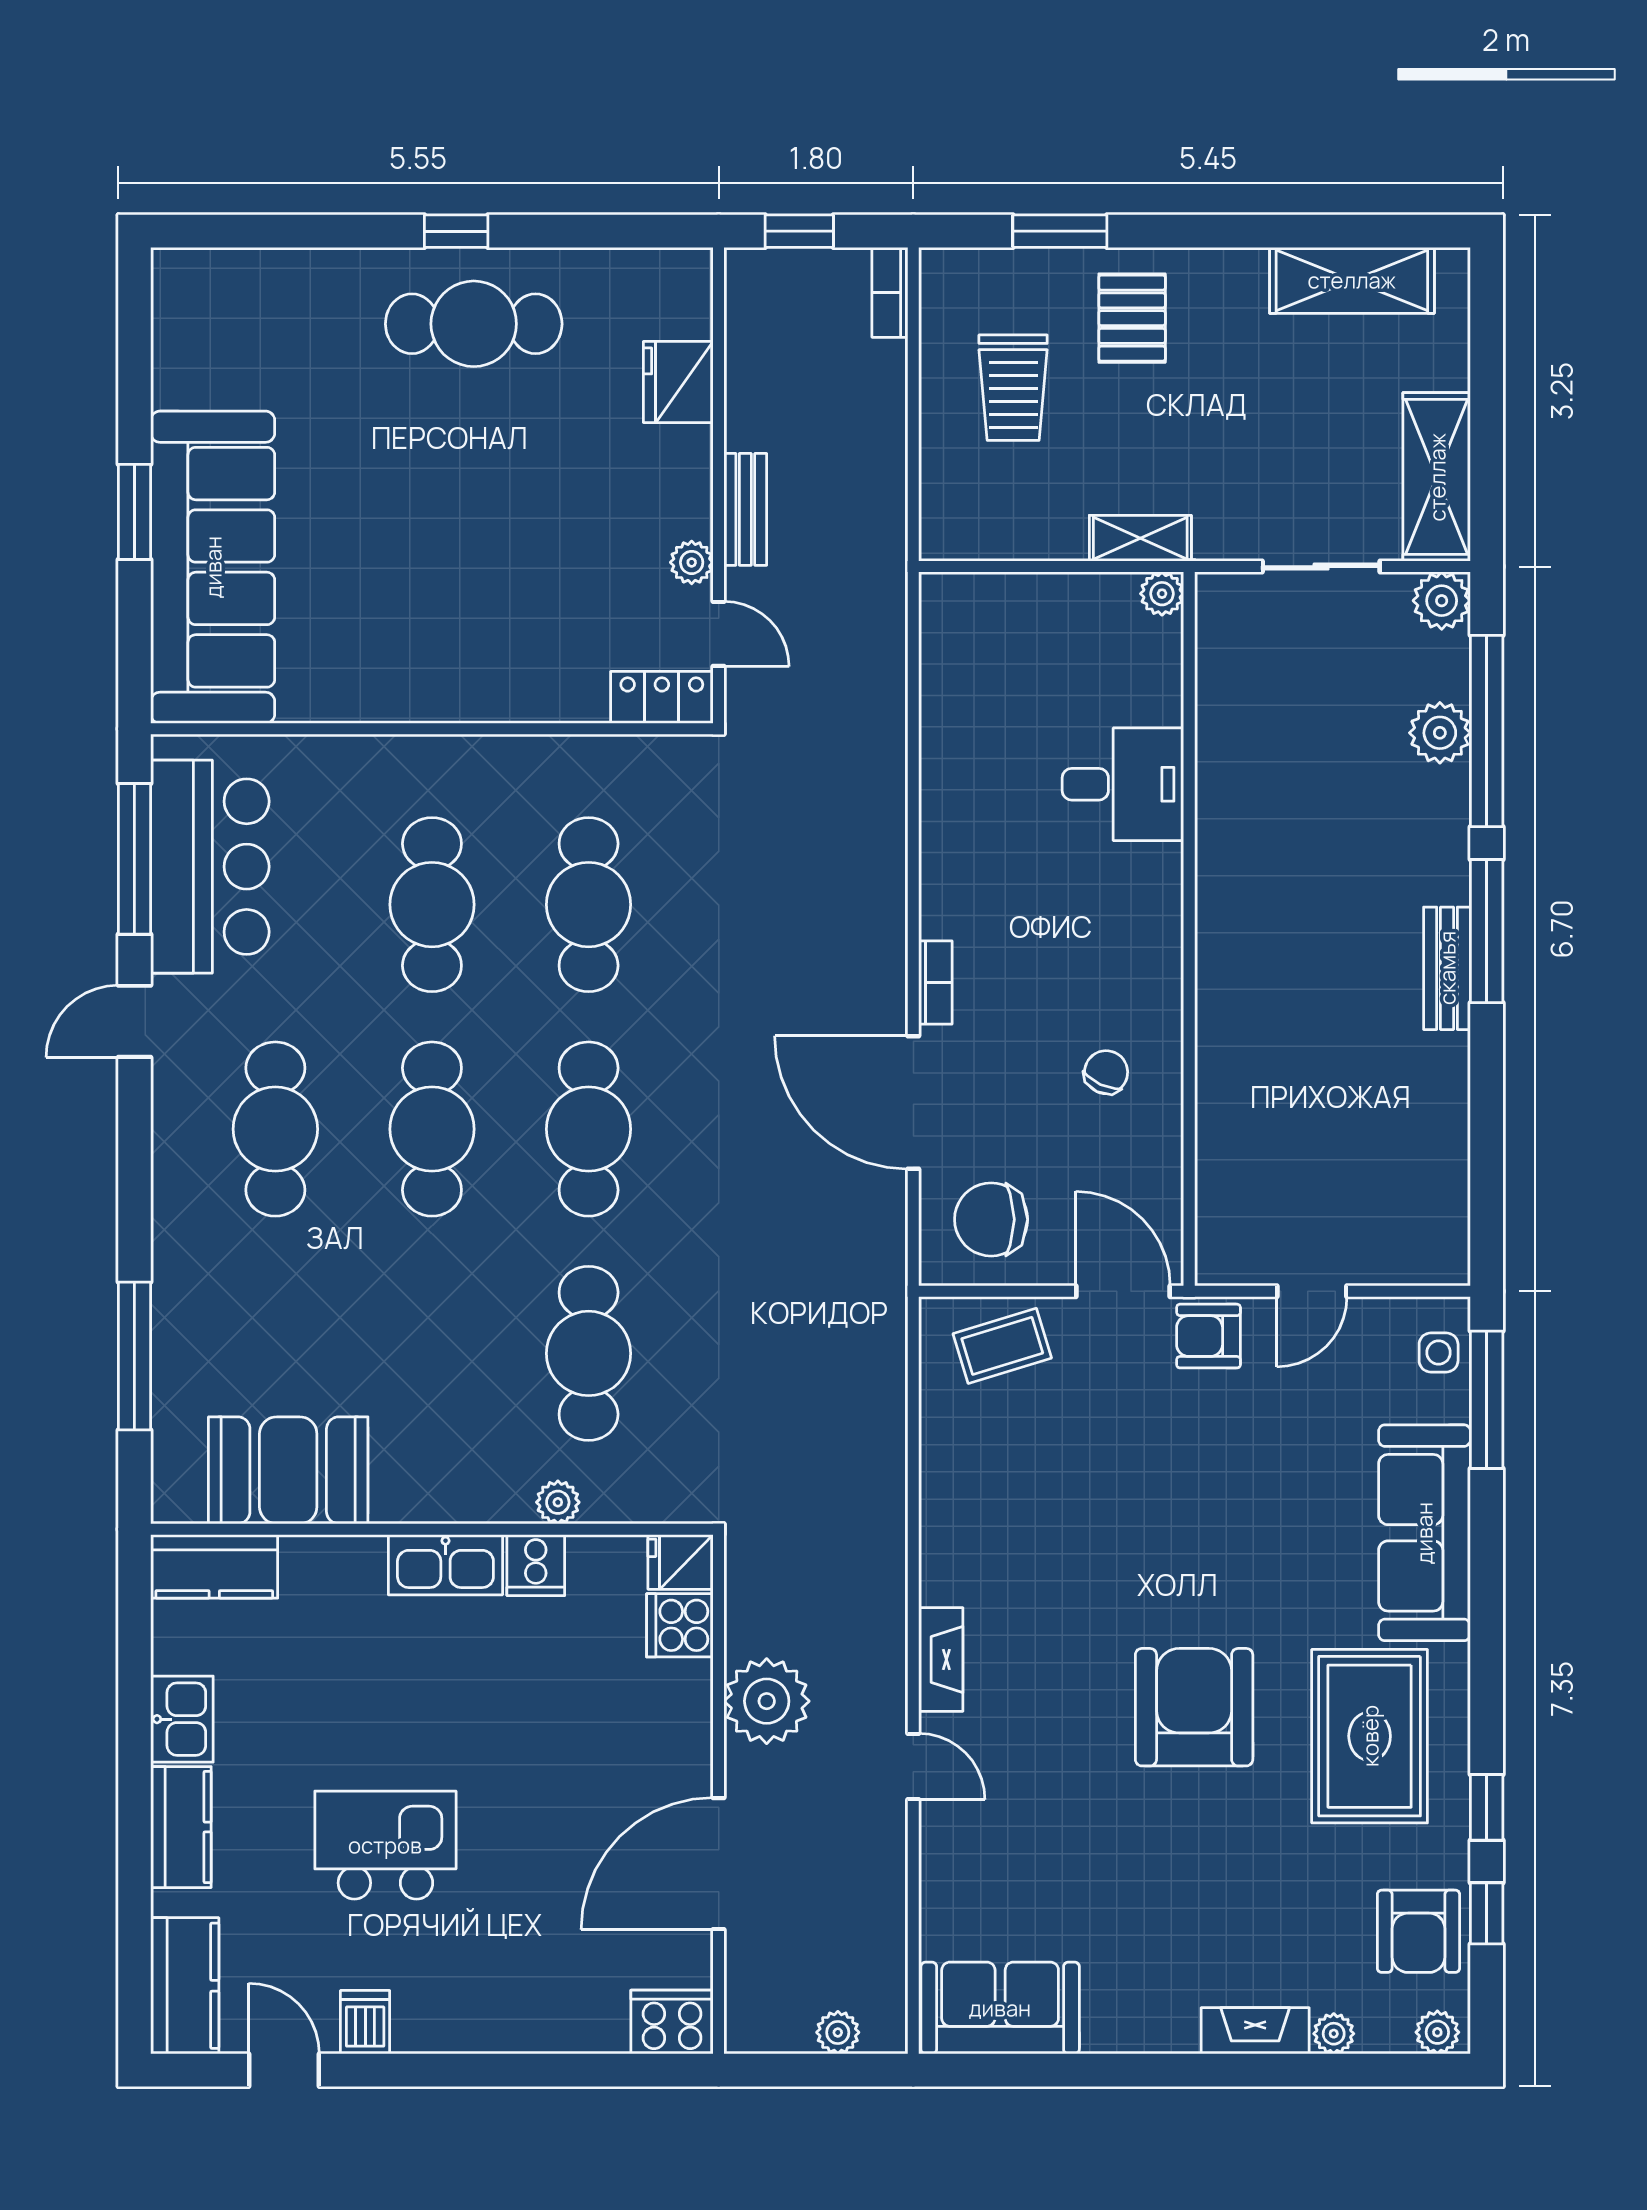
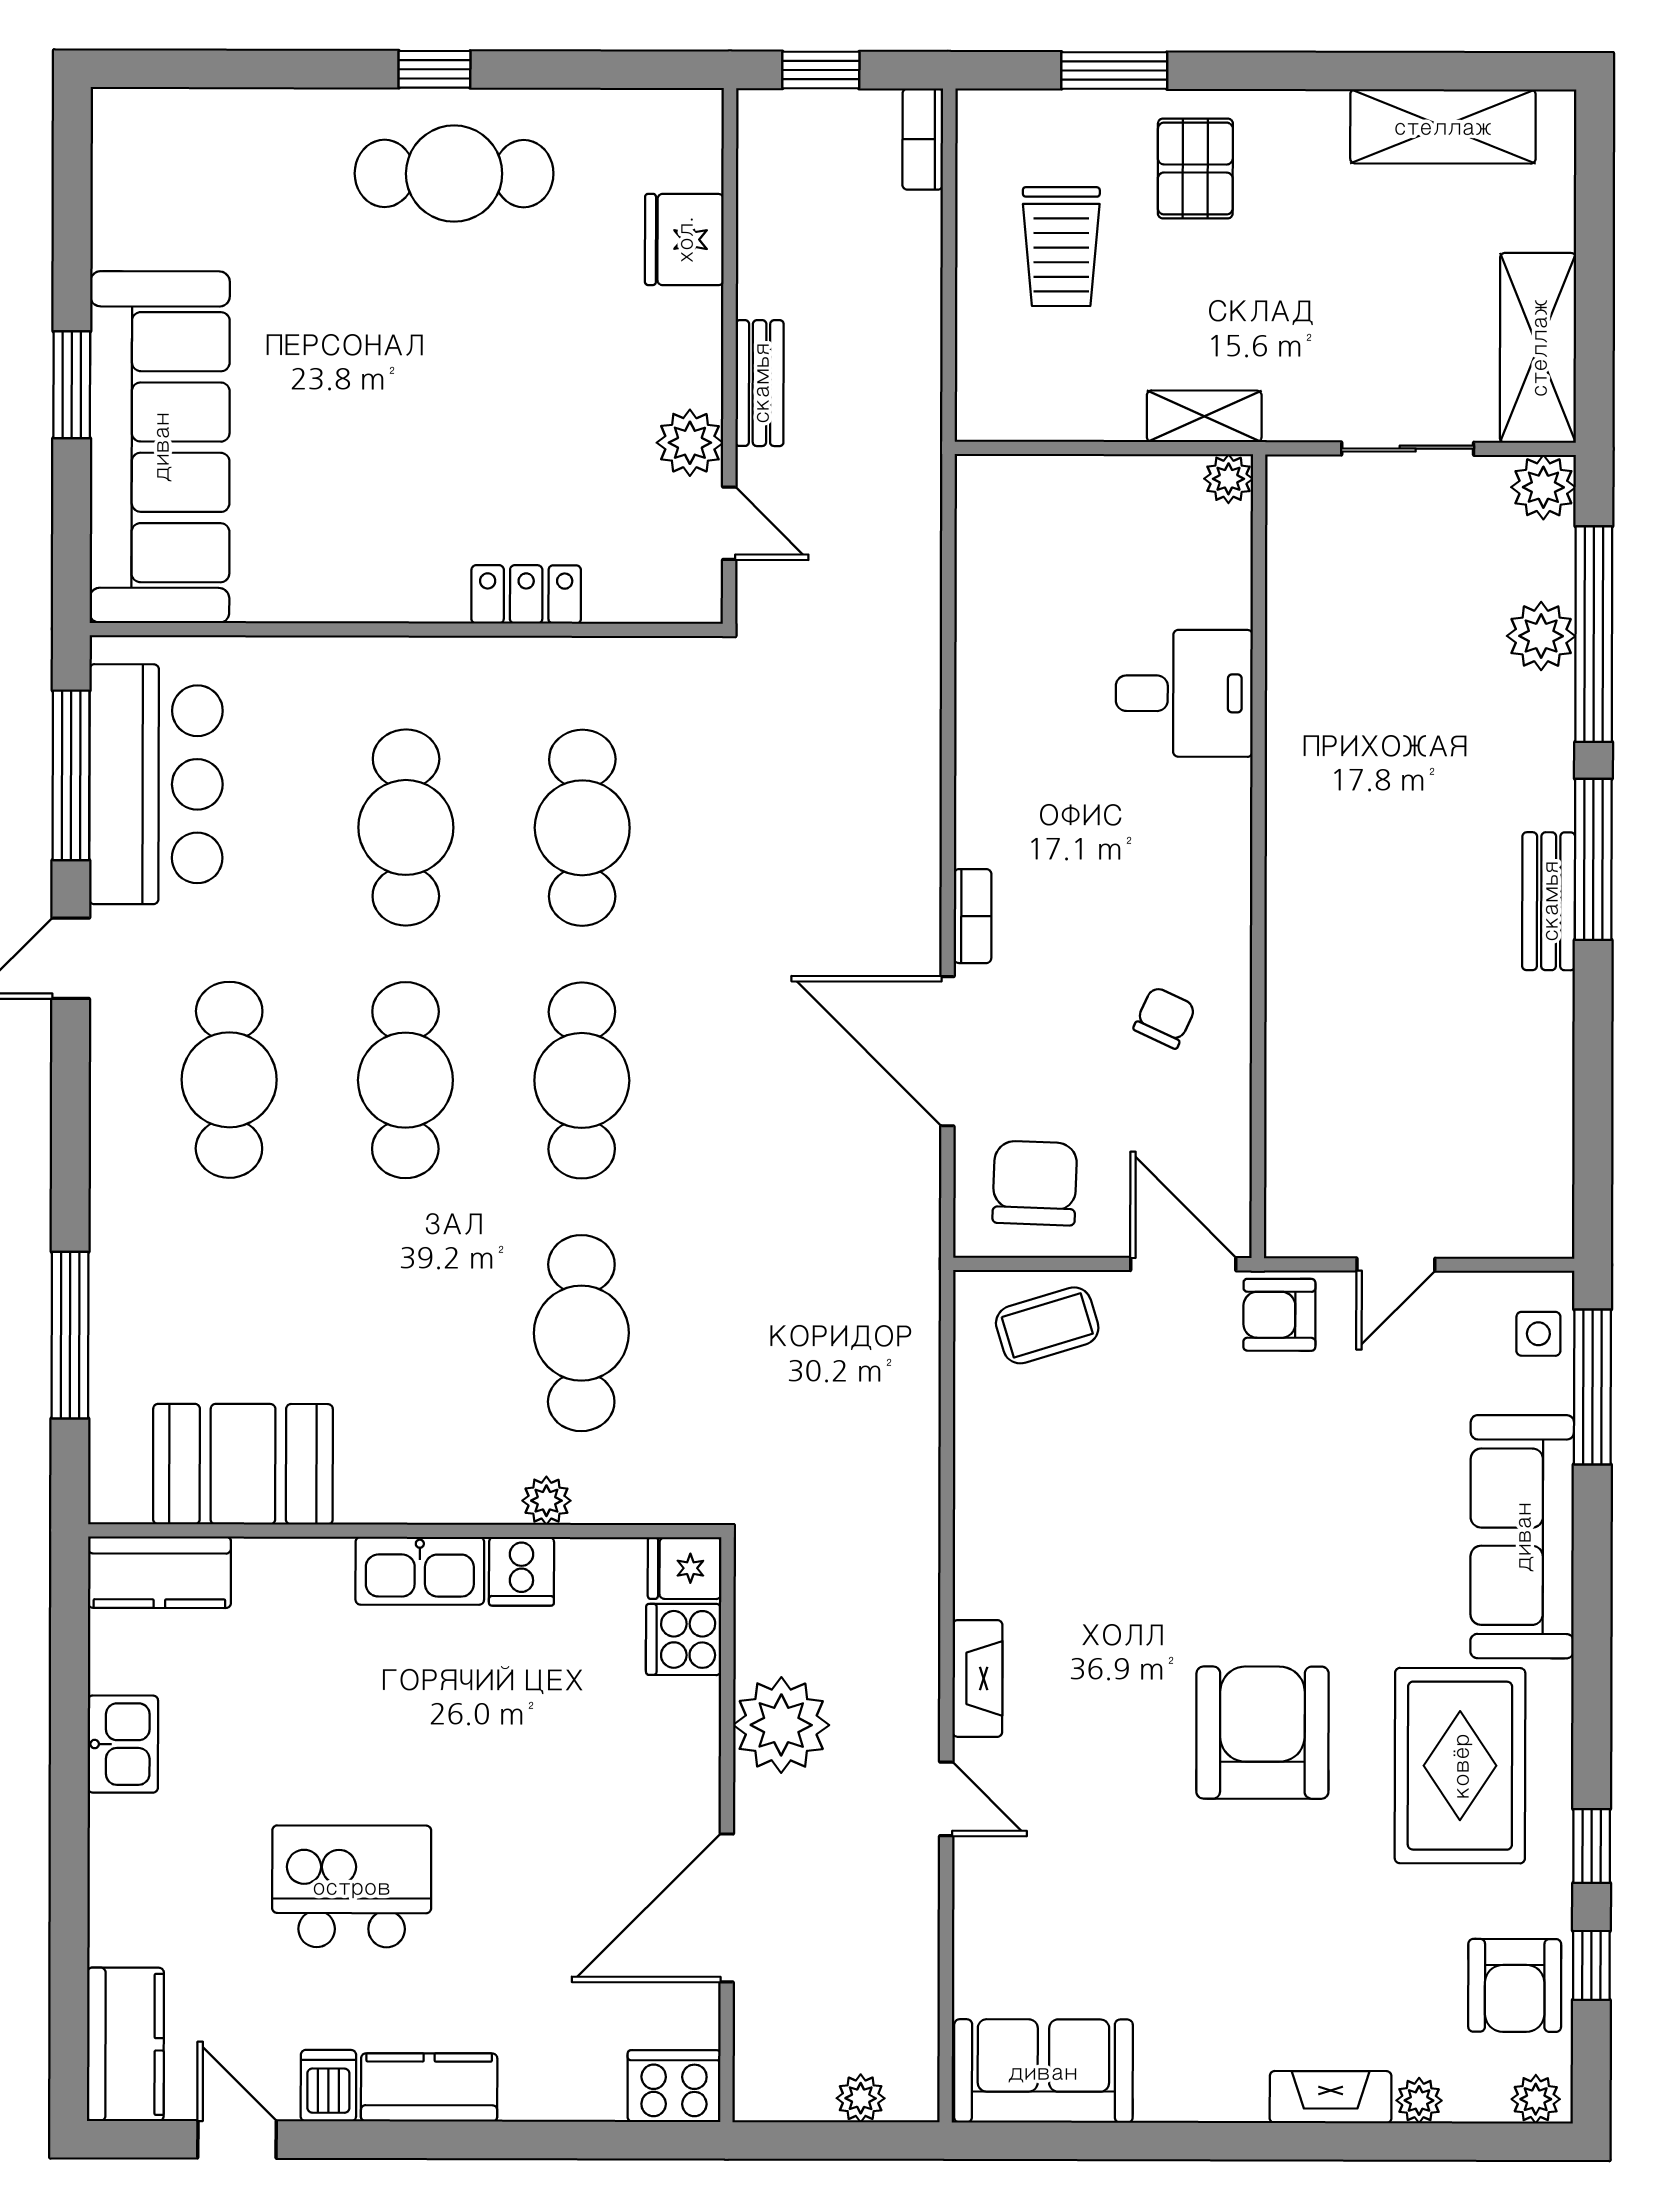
plant: (692, 562) -> (690, 443), width x1.38, depth x1.38
locker: (662, 697) -> (526, 594), moved
chair: (991, 1219) -> (1035, 1183), turned 92
kitchen counter: (181, 1827) -> (429, 2087), moved, turned -90

